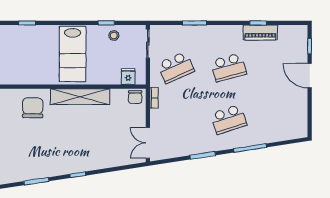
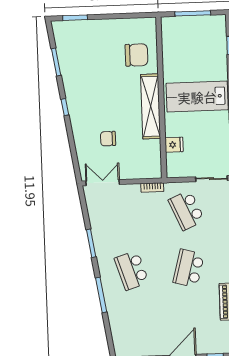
stool: (114, 35) -> (219, 141), removed
school desk: (229, 67) -> (189, 268), turned 30
fridge: (128, 77) -> (174, 145), moved
chair: (135, 97) -> (108, 139), moved

